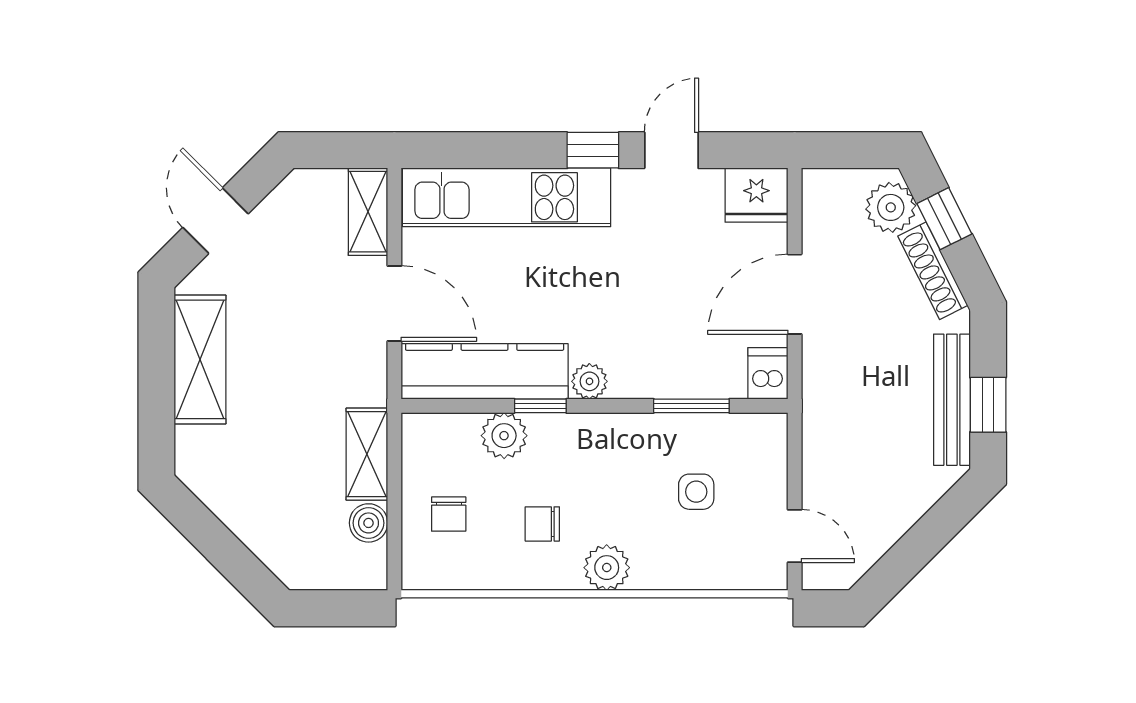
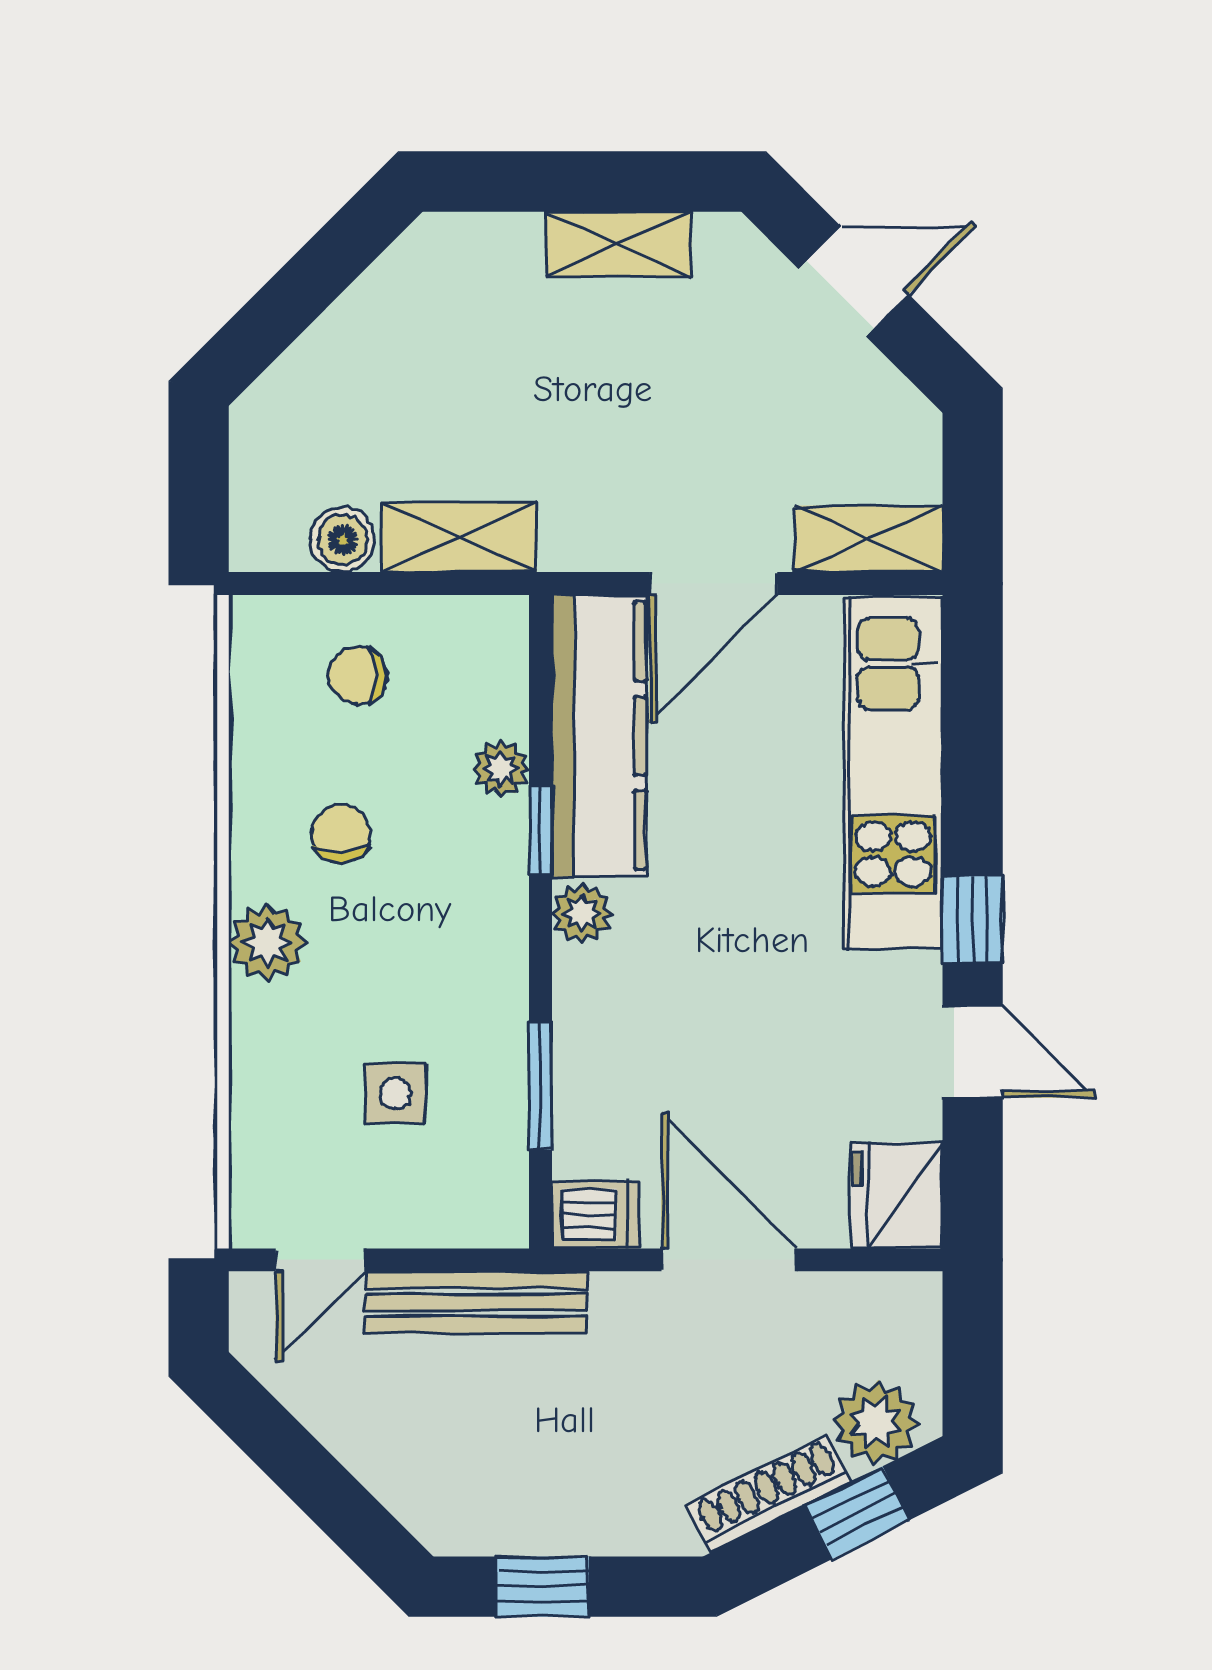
shelving: (200, 359) -> (619, 244), width x0.67, depth x0.75
bench: (952, 400) -> (477, 1302), moved
plant: (504, 436) -> (501, 769), width x0.73, depth x0.73

